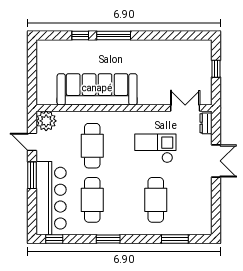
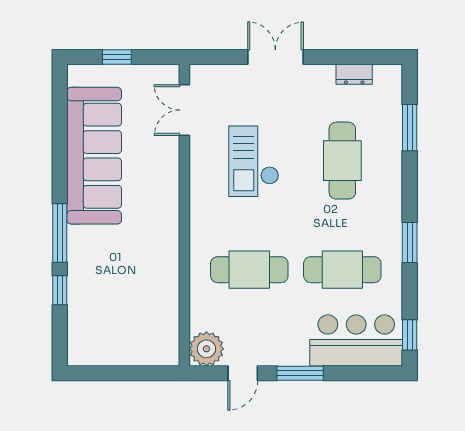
sofa: (97, 89) -> (94, 156), moved, turned 180
dresser: (206, 123) -> (354, 74), moved
bar counter: (51, 198) -> (356, 340), width x0.73
cafe table: (156, 200) -> (342, 161), turned 90

